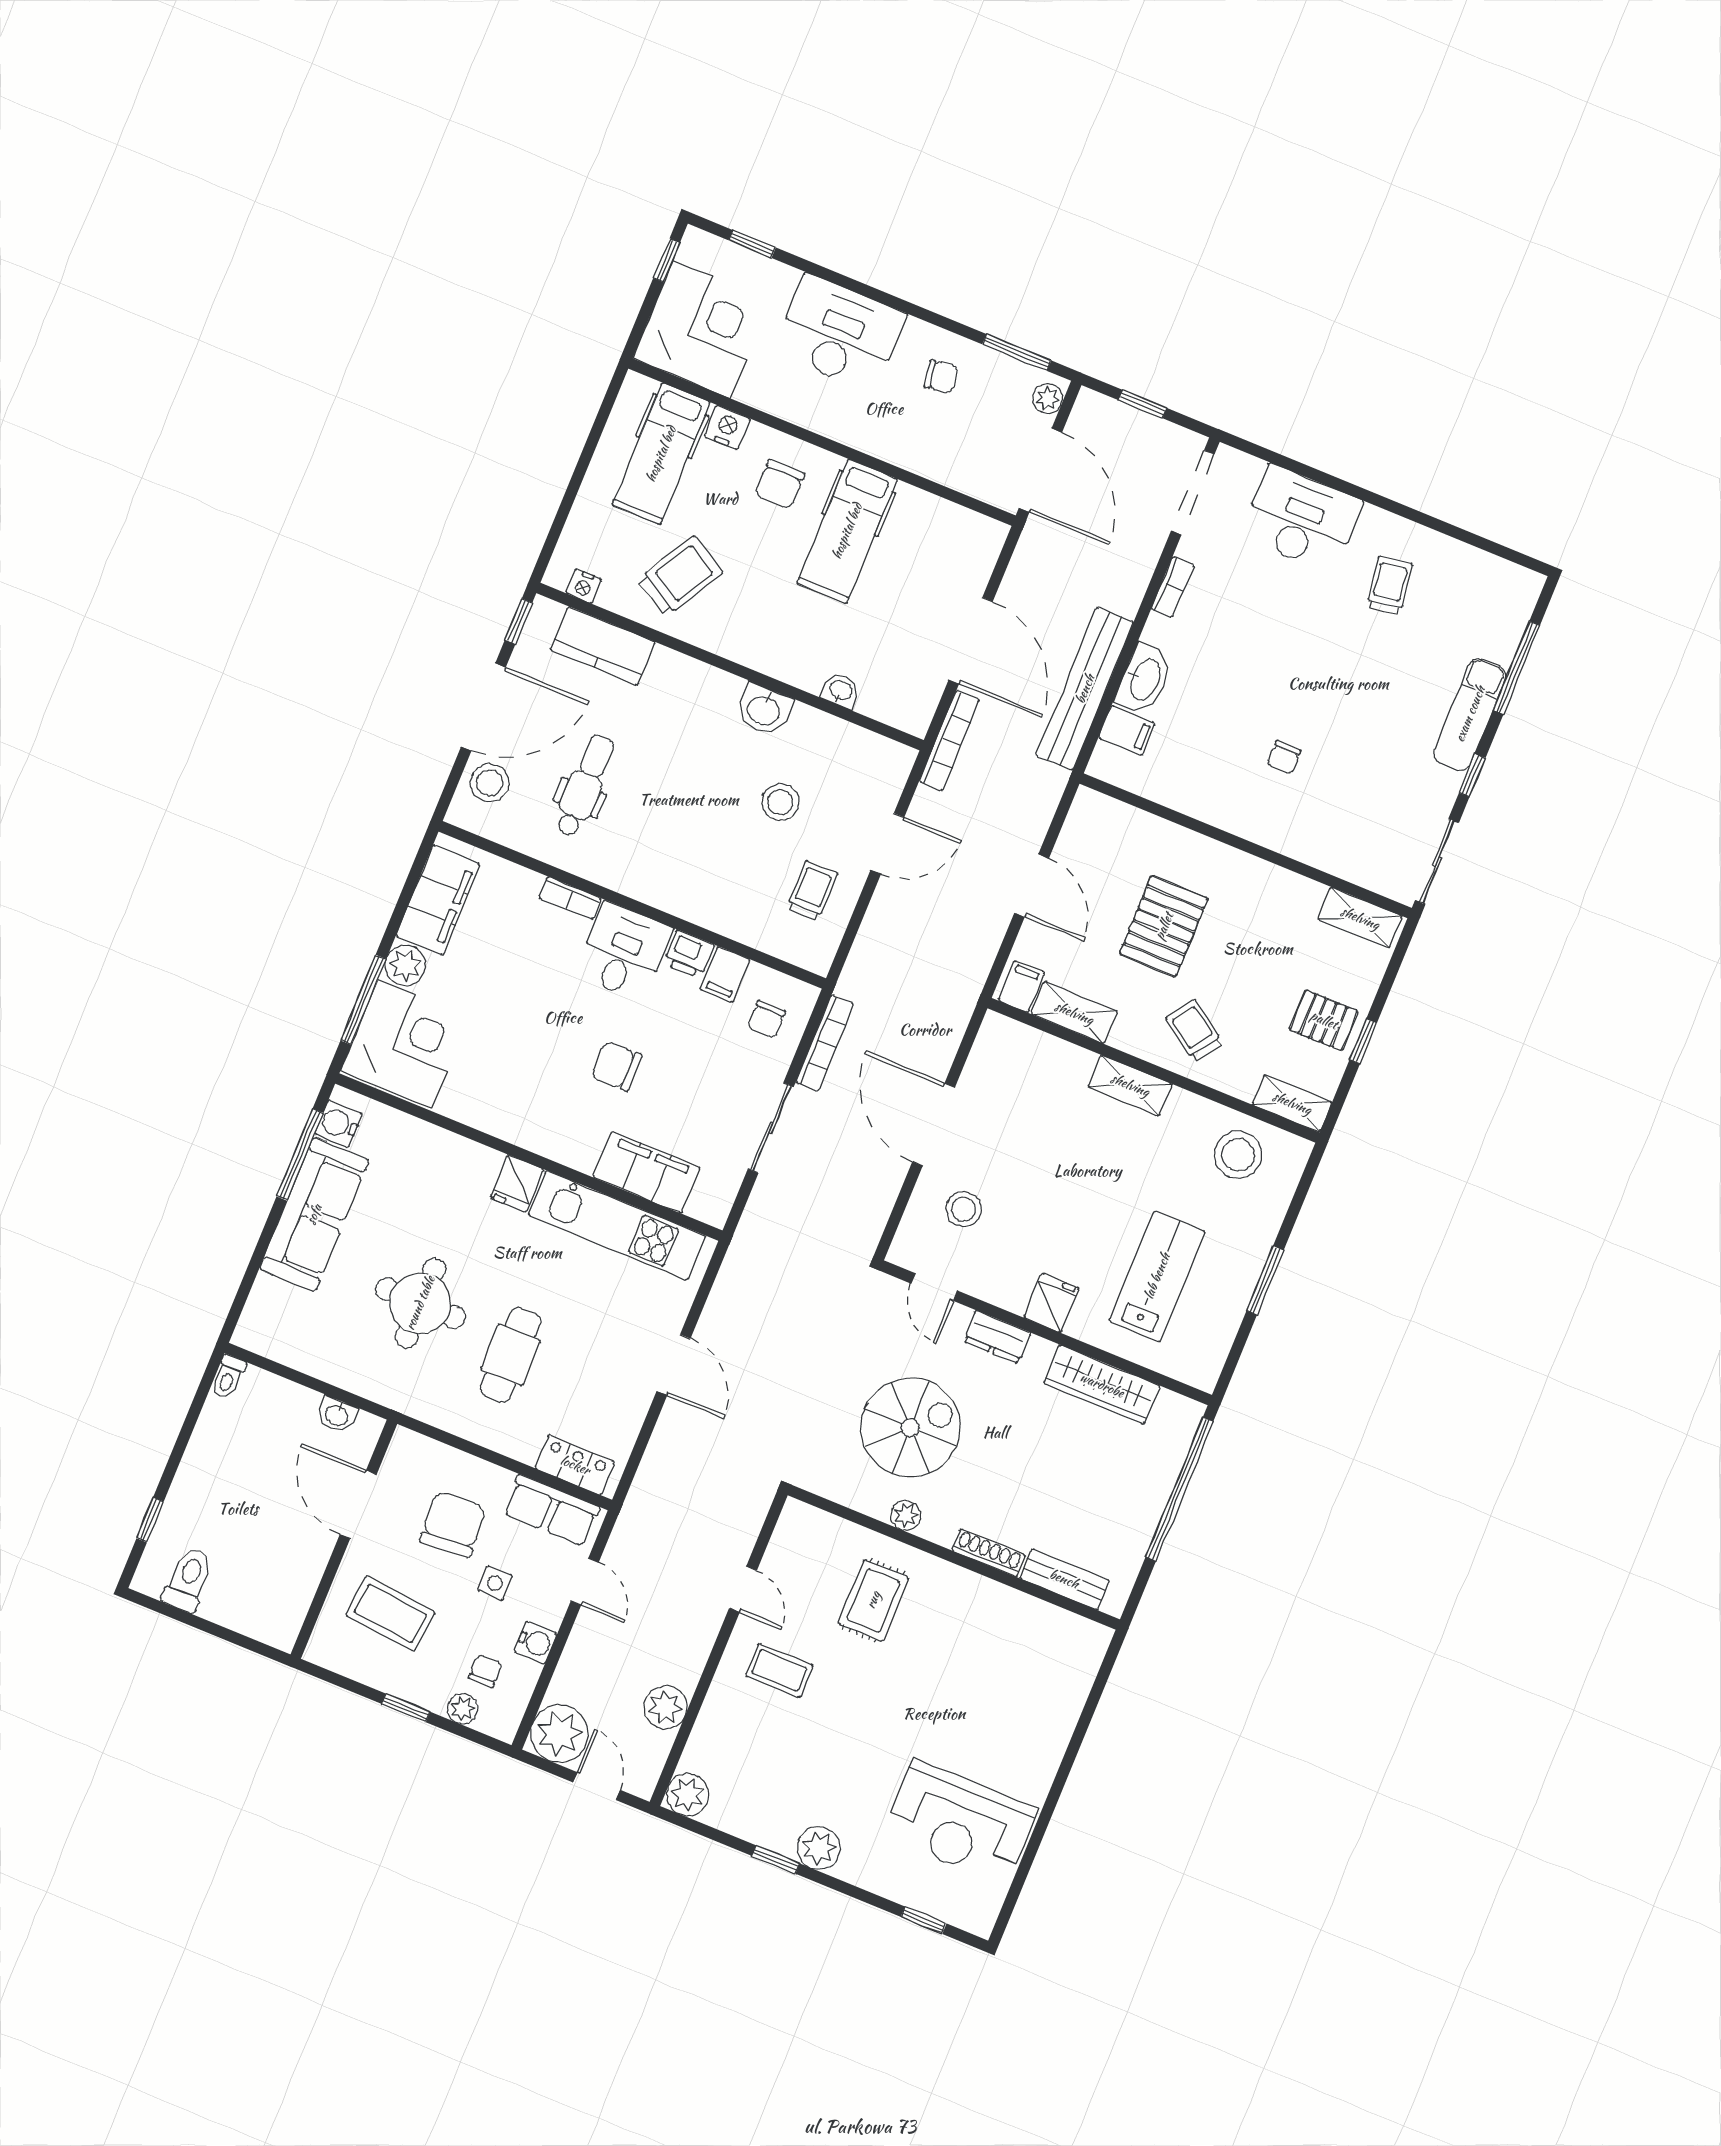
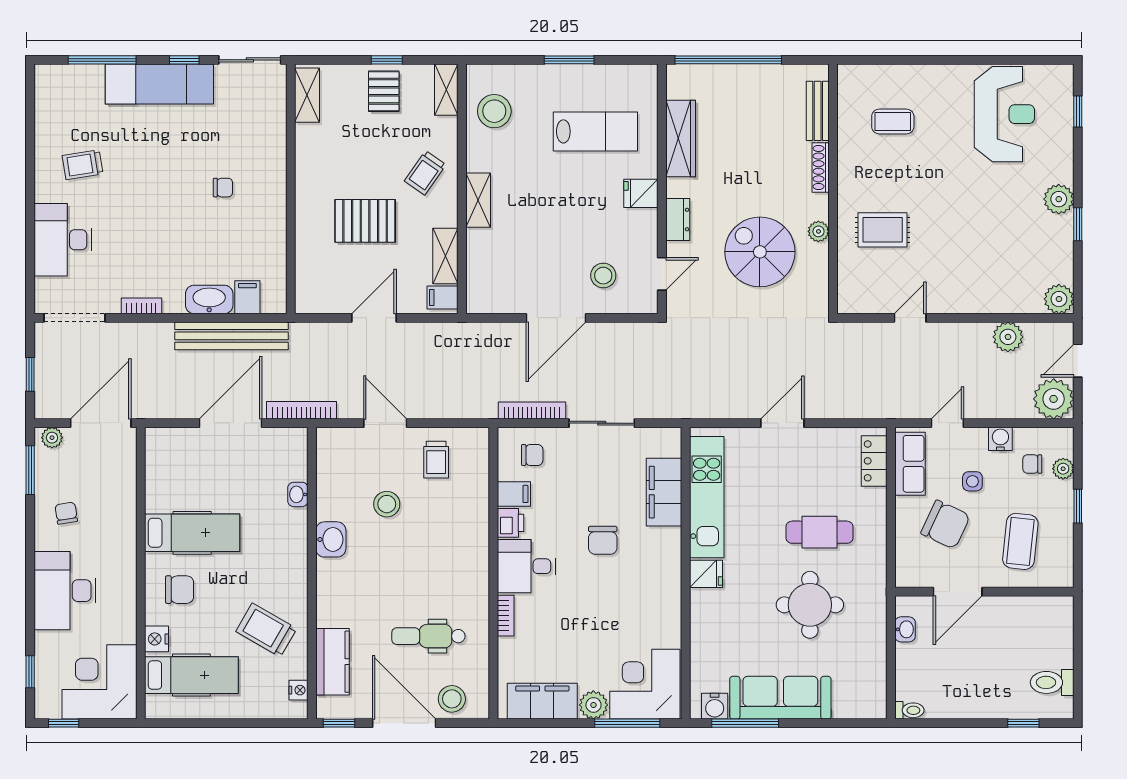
exam couch: (1470, 714) -> (159, 84), width x1.36, depth x1.45
trolley: (812, 891) -> (436, 460), turned -90
lab bench: (1157, 1276) -> (595, 131), turned 180
chair: (453, 1524) -> (945, 524), turned -151
coffee table: (779, 1670) -> (893, 122), moved, turned 90

